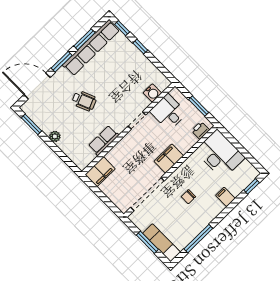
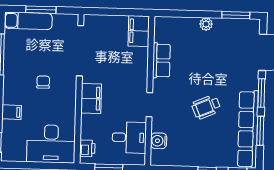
wheelchair: (84, 101) -> (206, 107), moved

